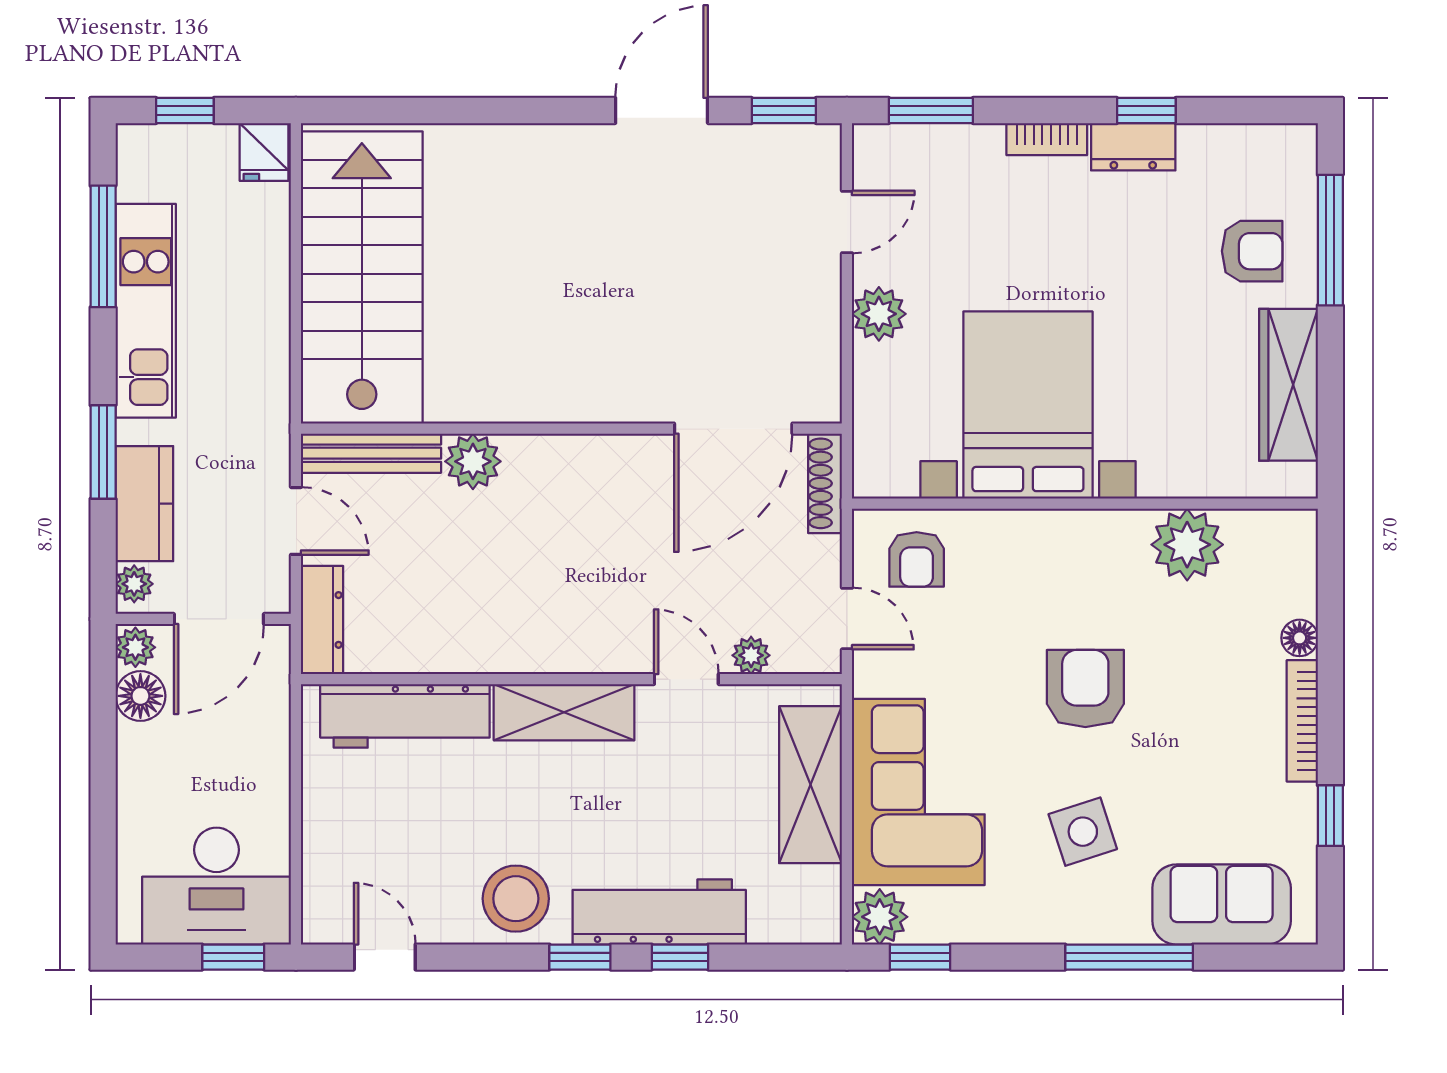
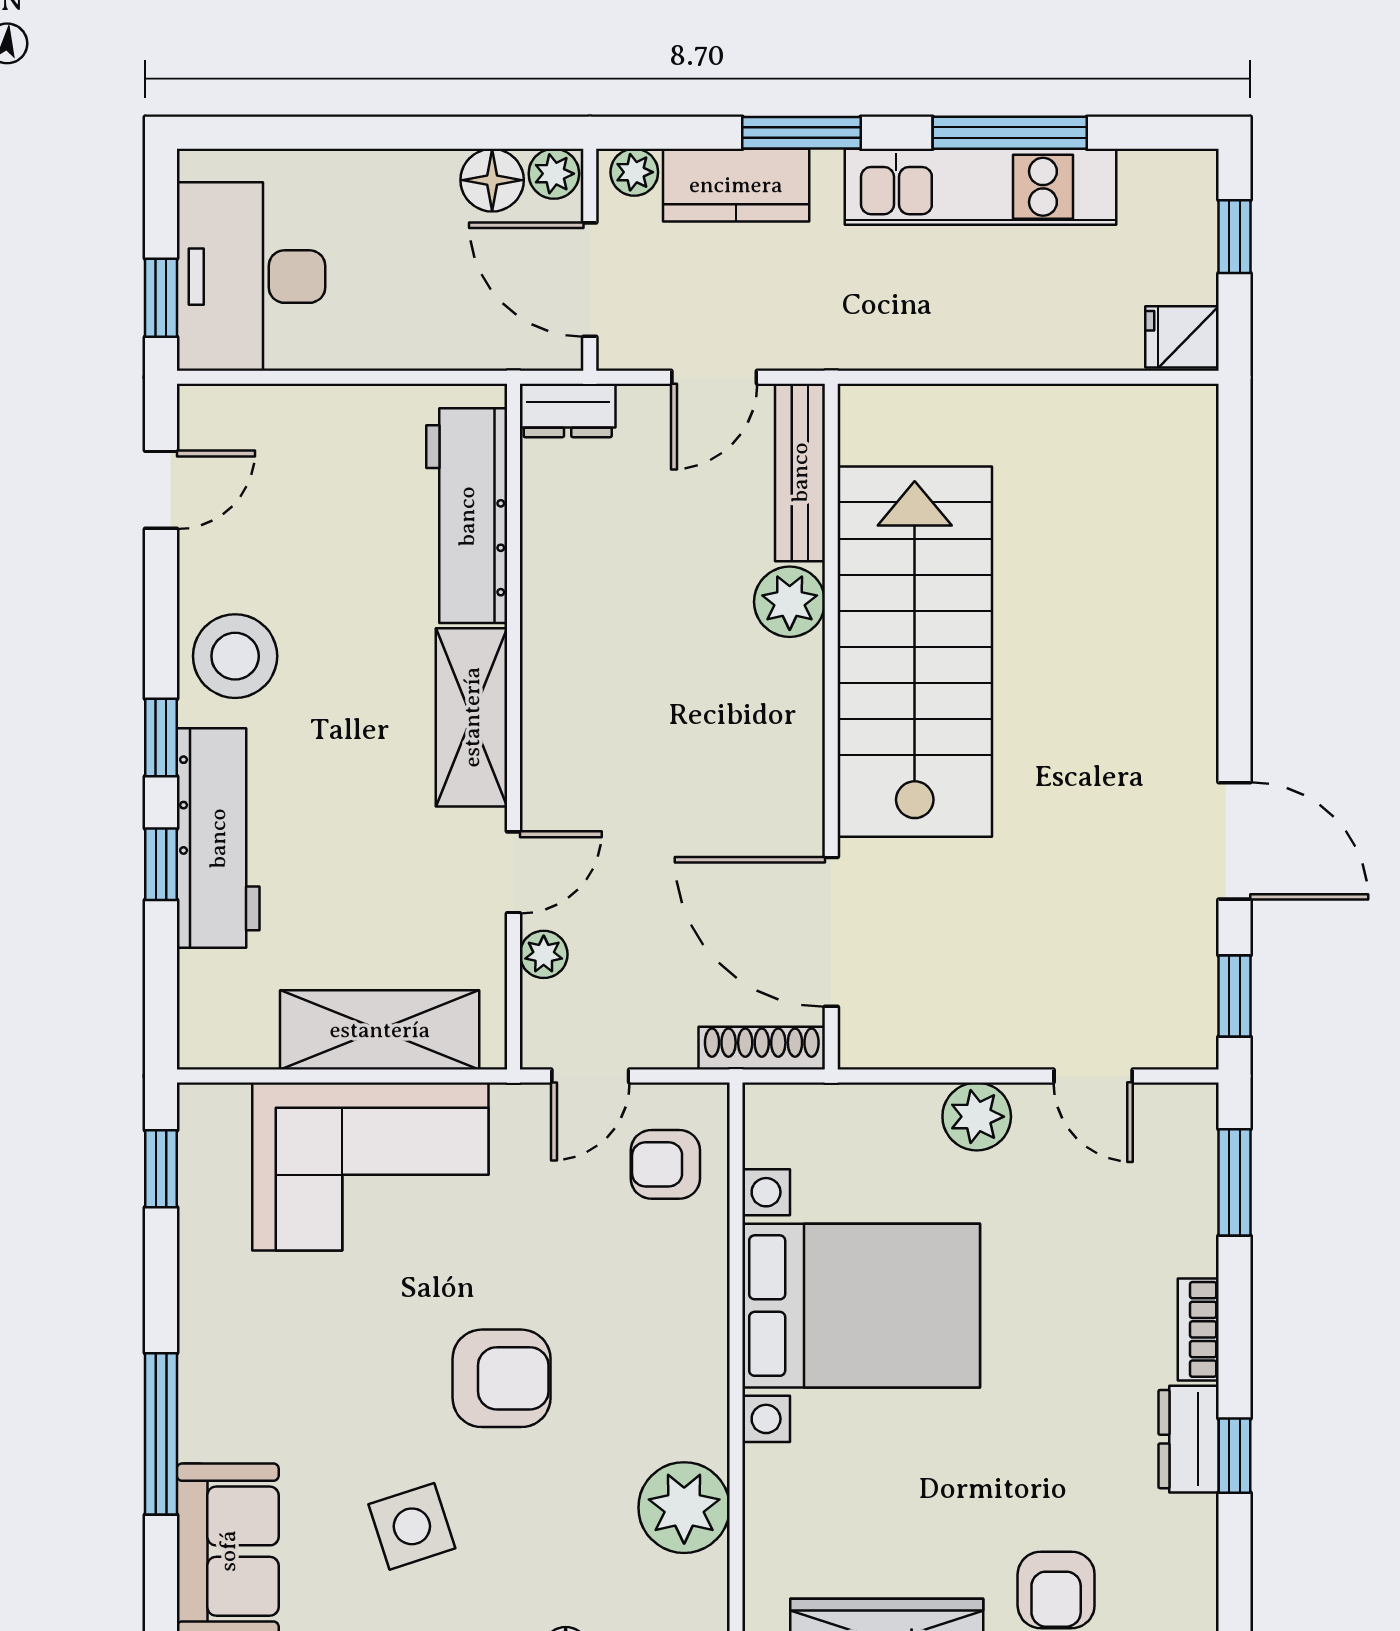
window: (103, 246) -> (1010, 133), moved
stairs: (362, 277) -> (915, 652), moved, turned -90
dresser: (322, 620) -> (568, 410), width x0.70
side table: (1083, 832) -> (412, 1526), moved
plant: (880, 917) -> (212, 1118), removed

